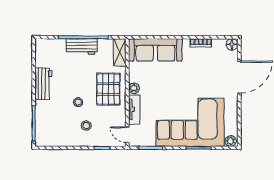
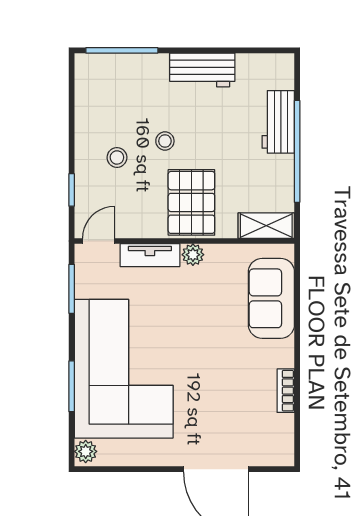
floor lamp: (232, 44) -> (282, 454), removed
workbench: (82, 46) -> (278, 122), moved
sofa: (155, 50) -> (271, 298), width x0.73
pallet: (108, 89) -> (191, 202), turned 90

